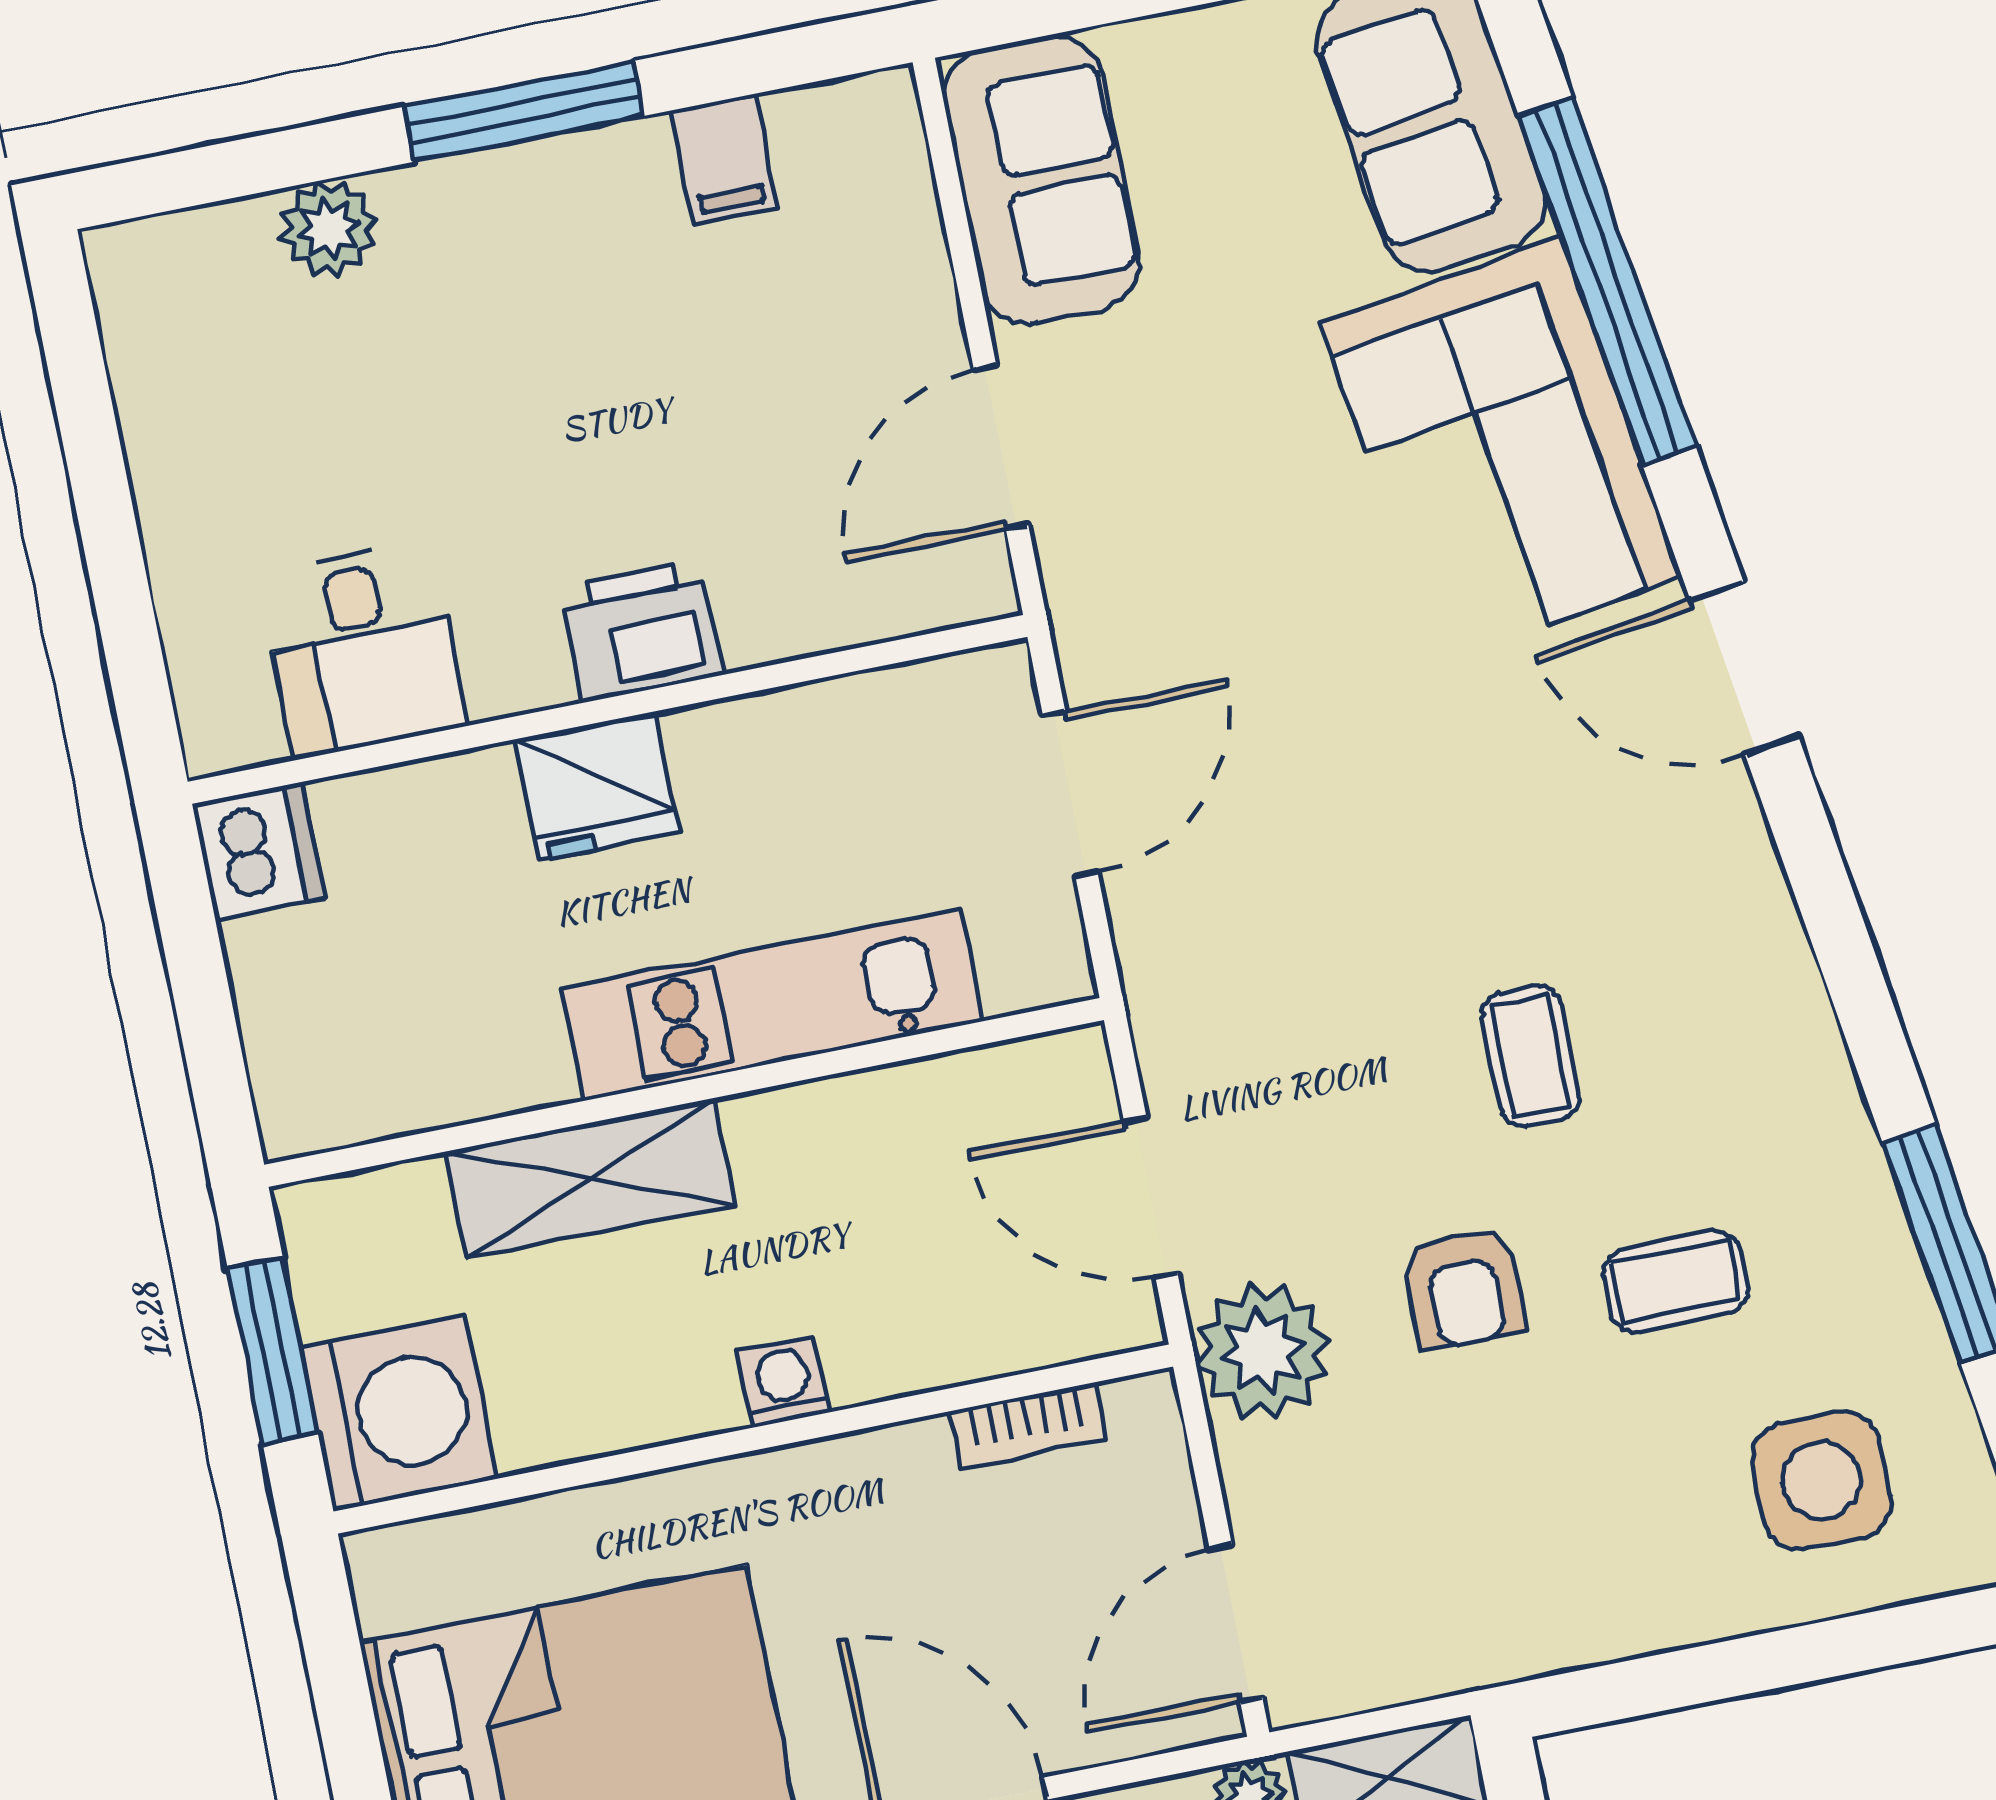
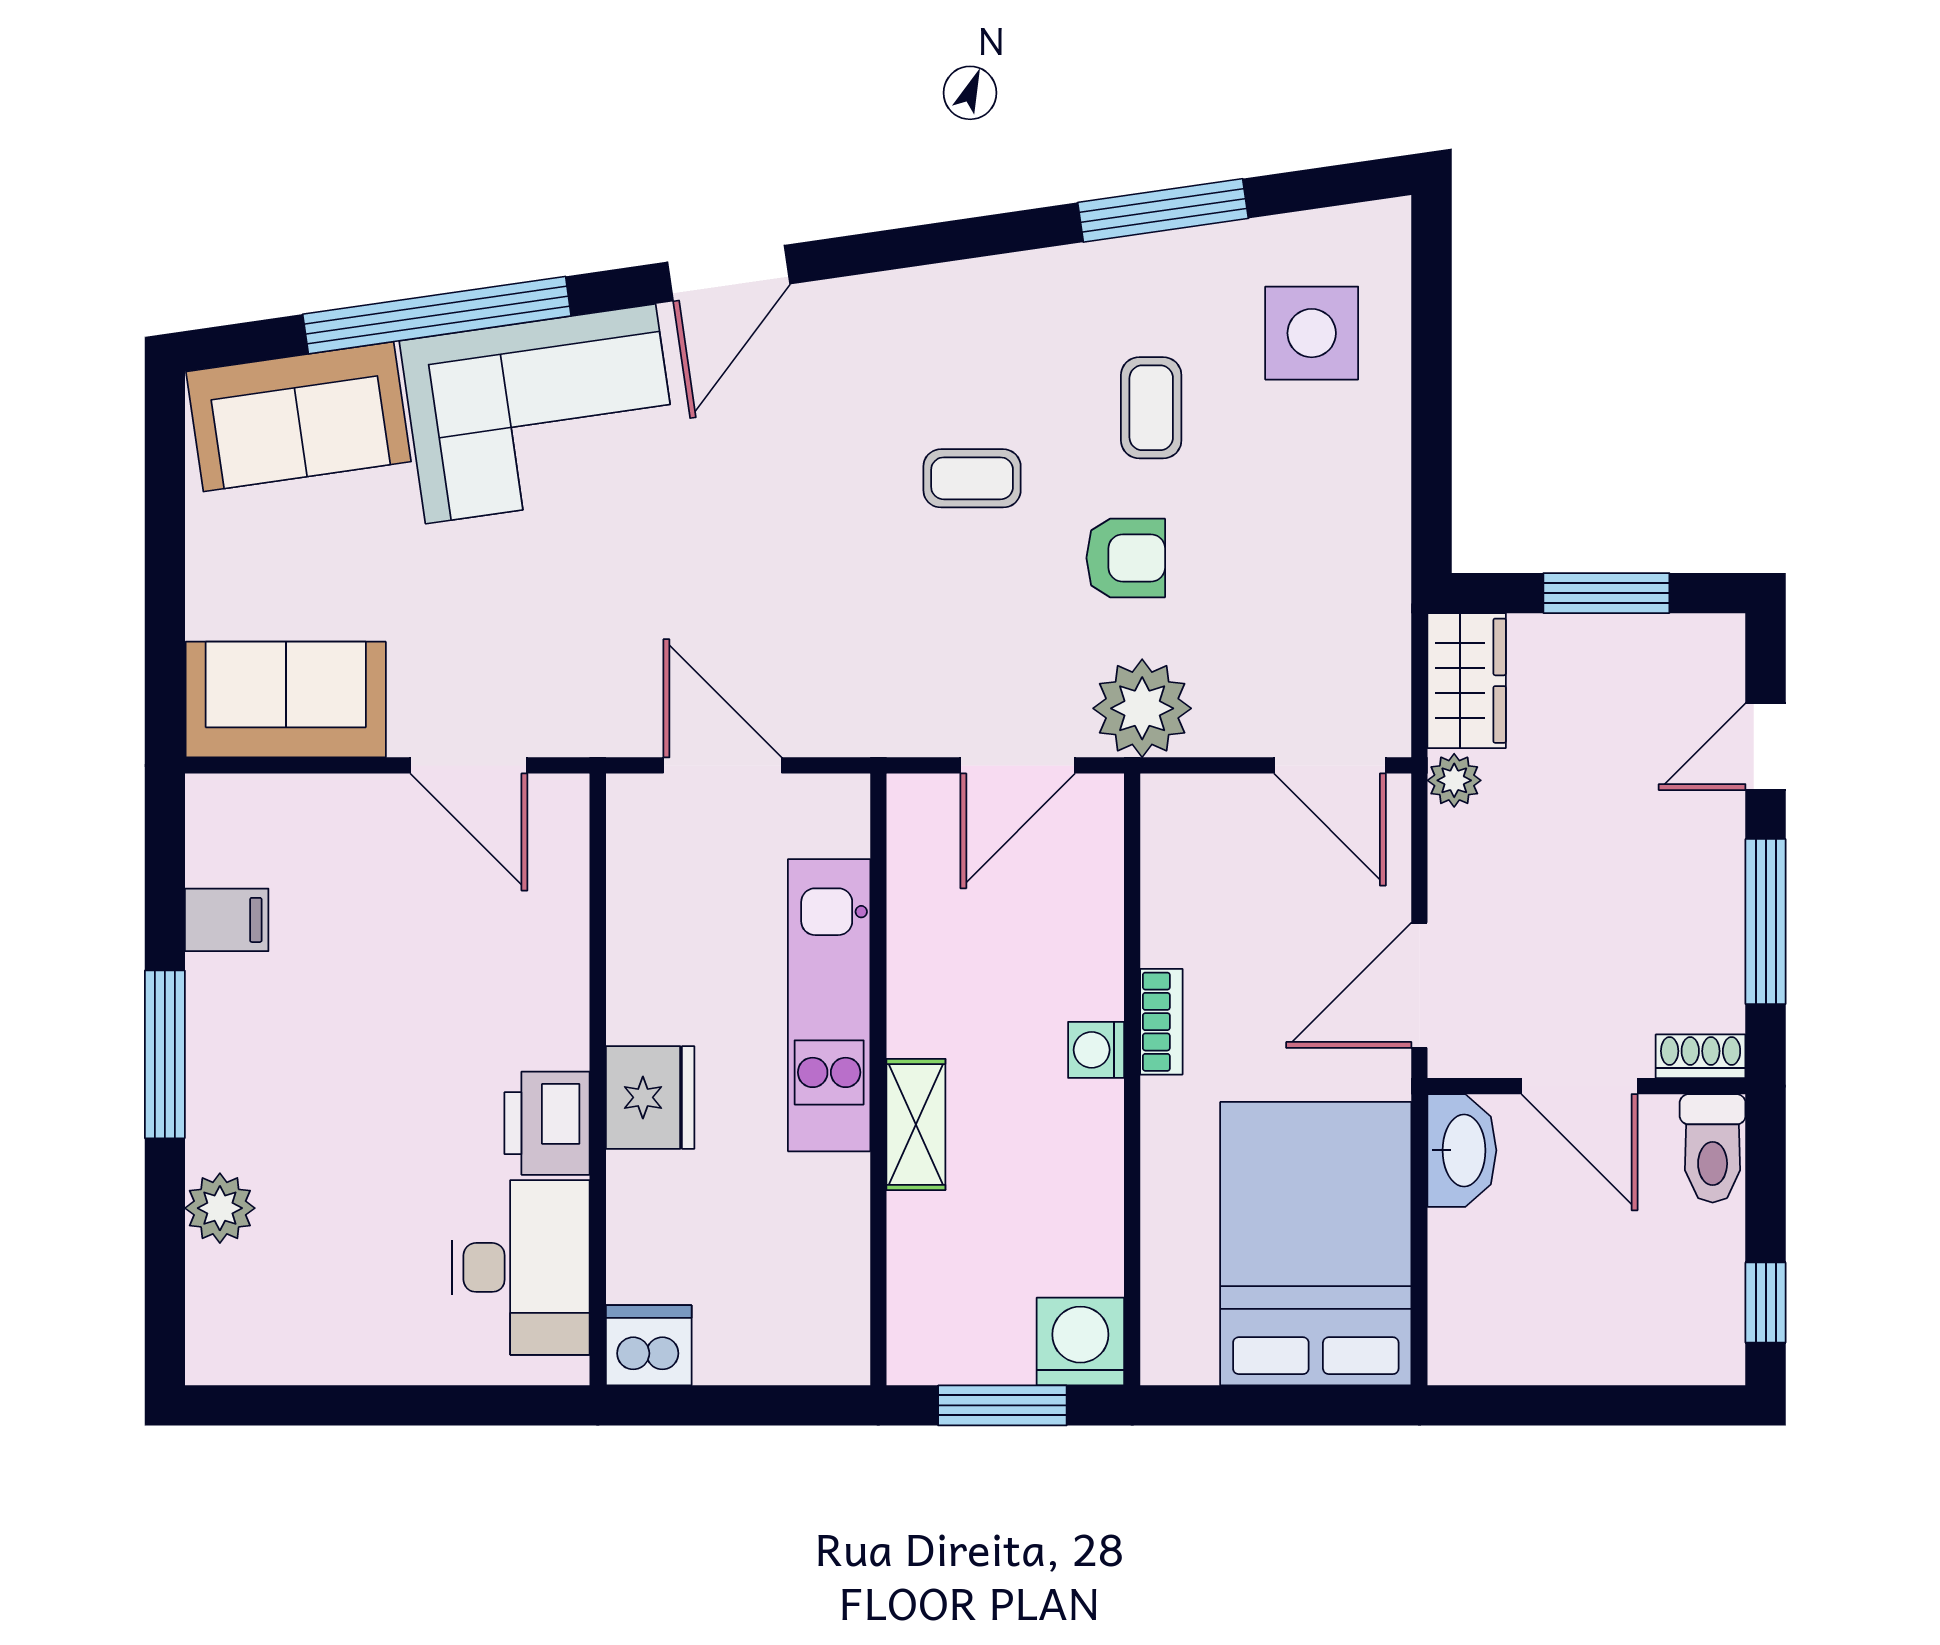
printer: (641, 631) -> (547, 1123), moved
desk: (362, 650) -> (521, 1267), width x1.37
shelving: (591, 1178) -> (916, 1124), width x0.67, depth x0.75
washing machine: (399, 1413) -> (1080, 1342), width x0.73, depth x0.73
bookcase: (1028, 1426) -> (1161, 1022), moved

